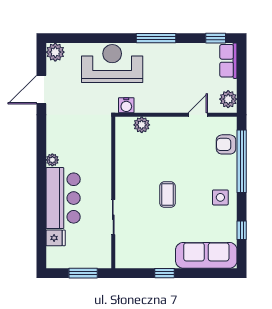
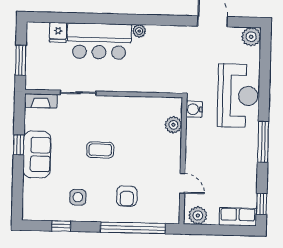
armchair: (226, 144) -> (127, 196), moved, turned 180
side table: (220, 197) -> (78, 197), moved
fireplace: (122, 253) -> (41, 101), added
sofa: (206, 255) -> (37, 154), moved, width x0.73

